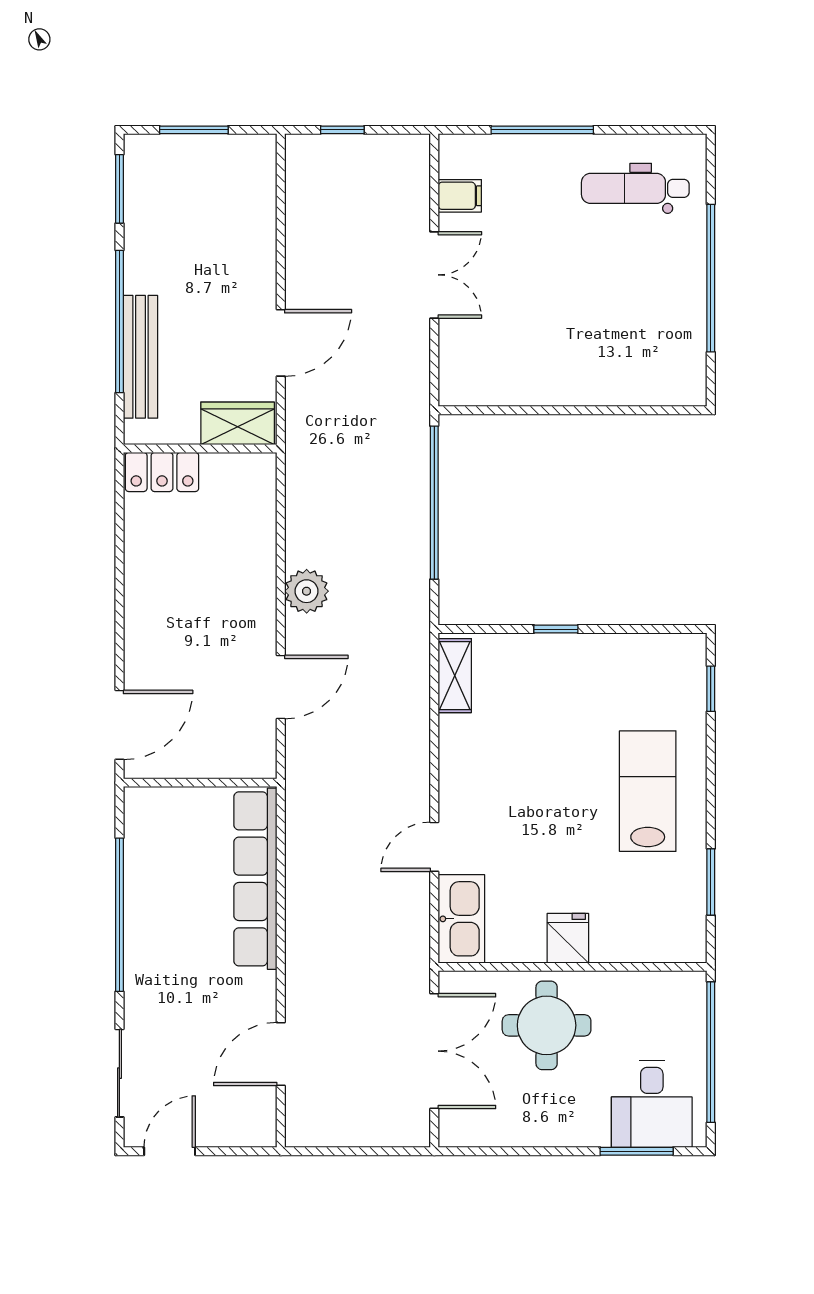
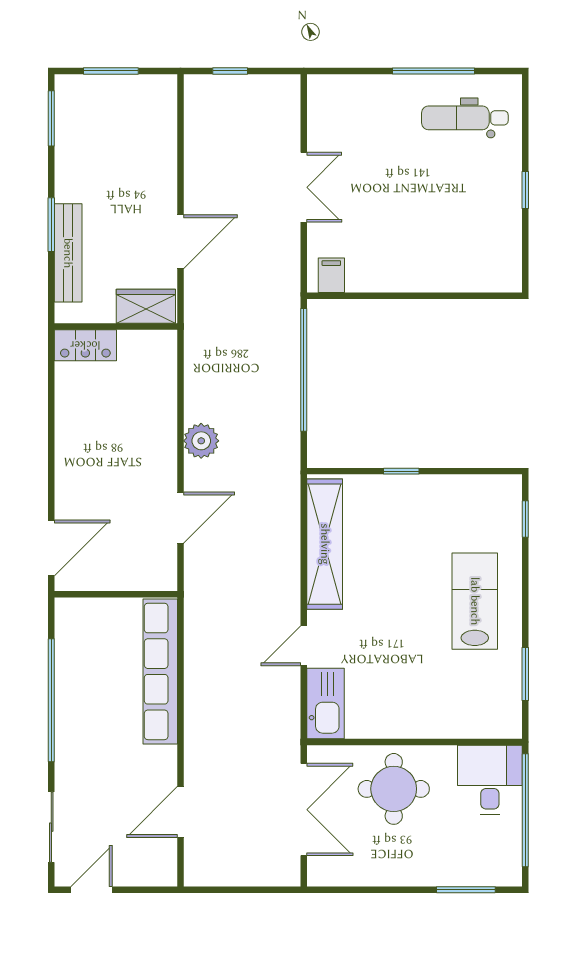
window: (542, 130) -> (433, 71), moved
filing cabinet: (460, 196) -> (331, 275), moved, turned -90
window: (711, 278) -> (525, 190), width x0.32
window: (119, 321) -> (51, 225), width x0.47
shelving: (455, 676) -> (325, 544), width x2.20, depth x1.33
fridge: (568, 938) -> (411, 719), removed
desk: (652, 1104) -> (490, 780), moved, turned 180

